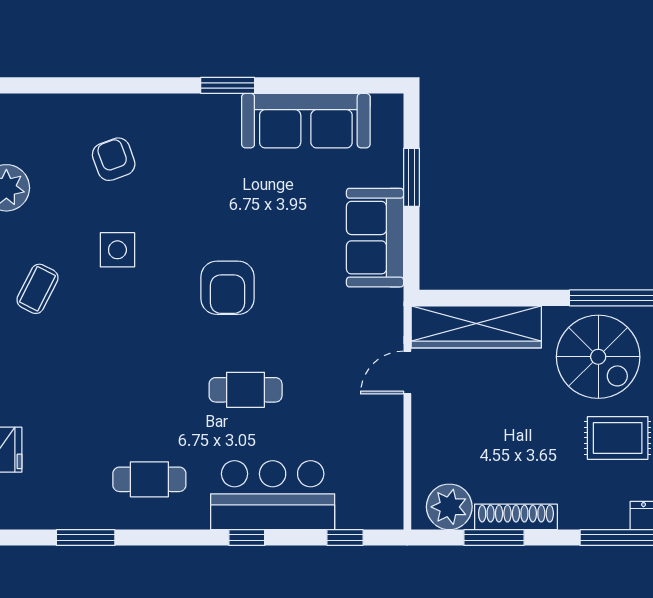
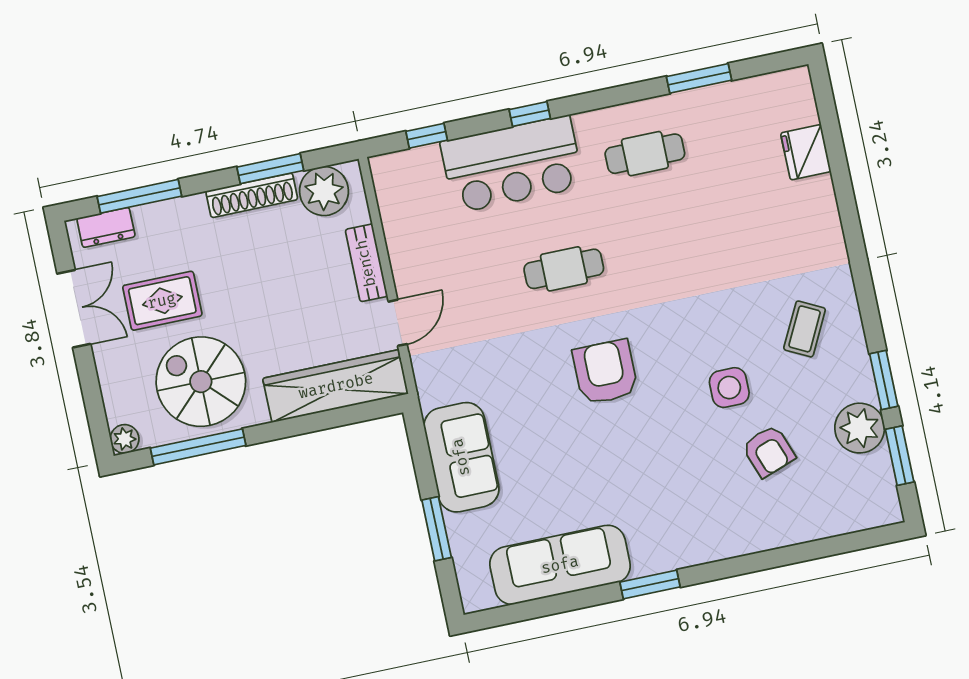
armchair: (114, 159) -> (769, 451), moved
bench: (424, 433) -> (366, 263), added

